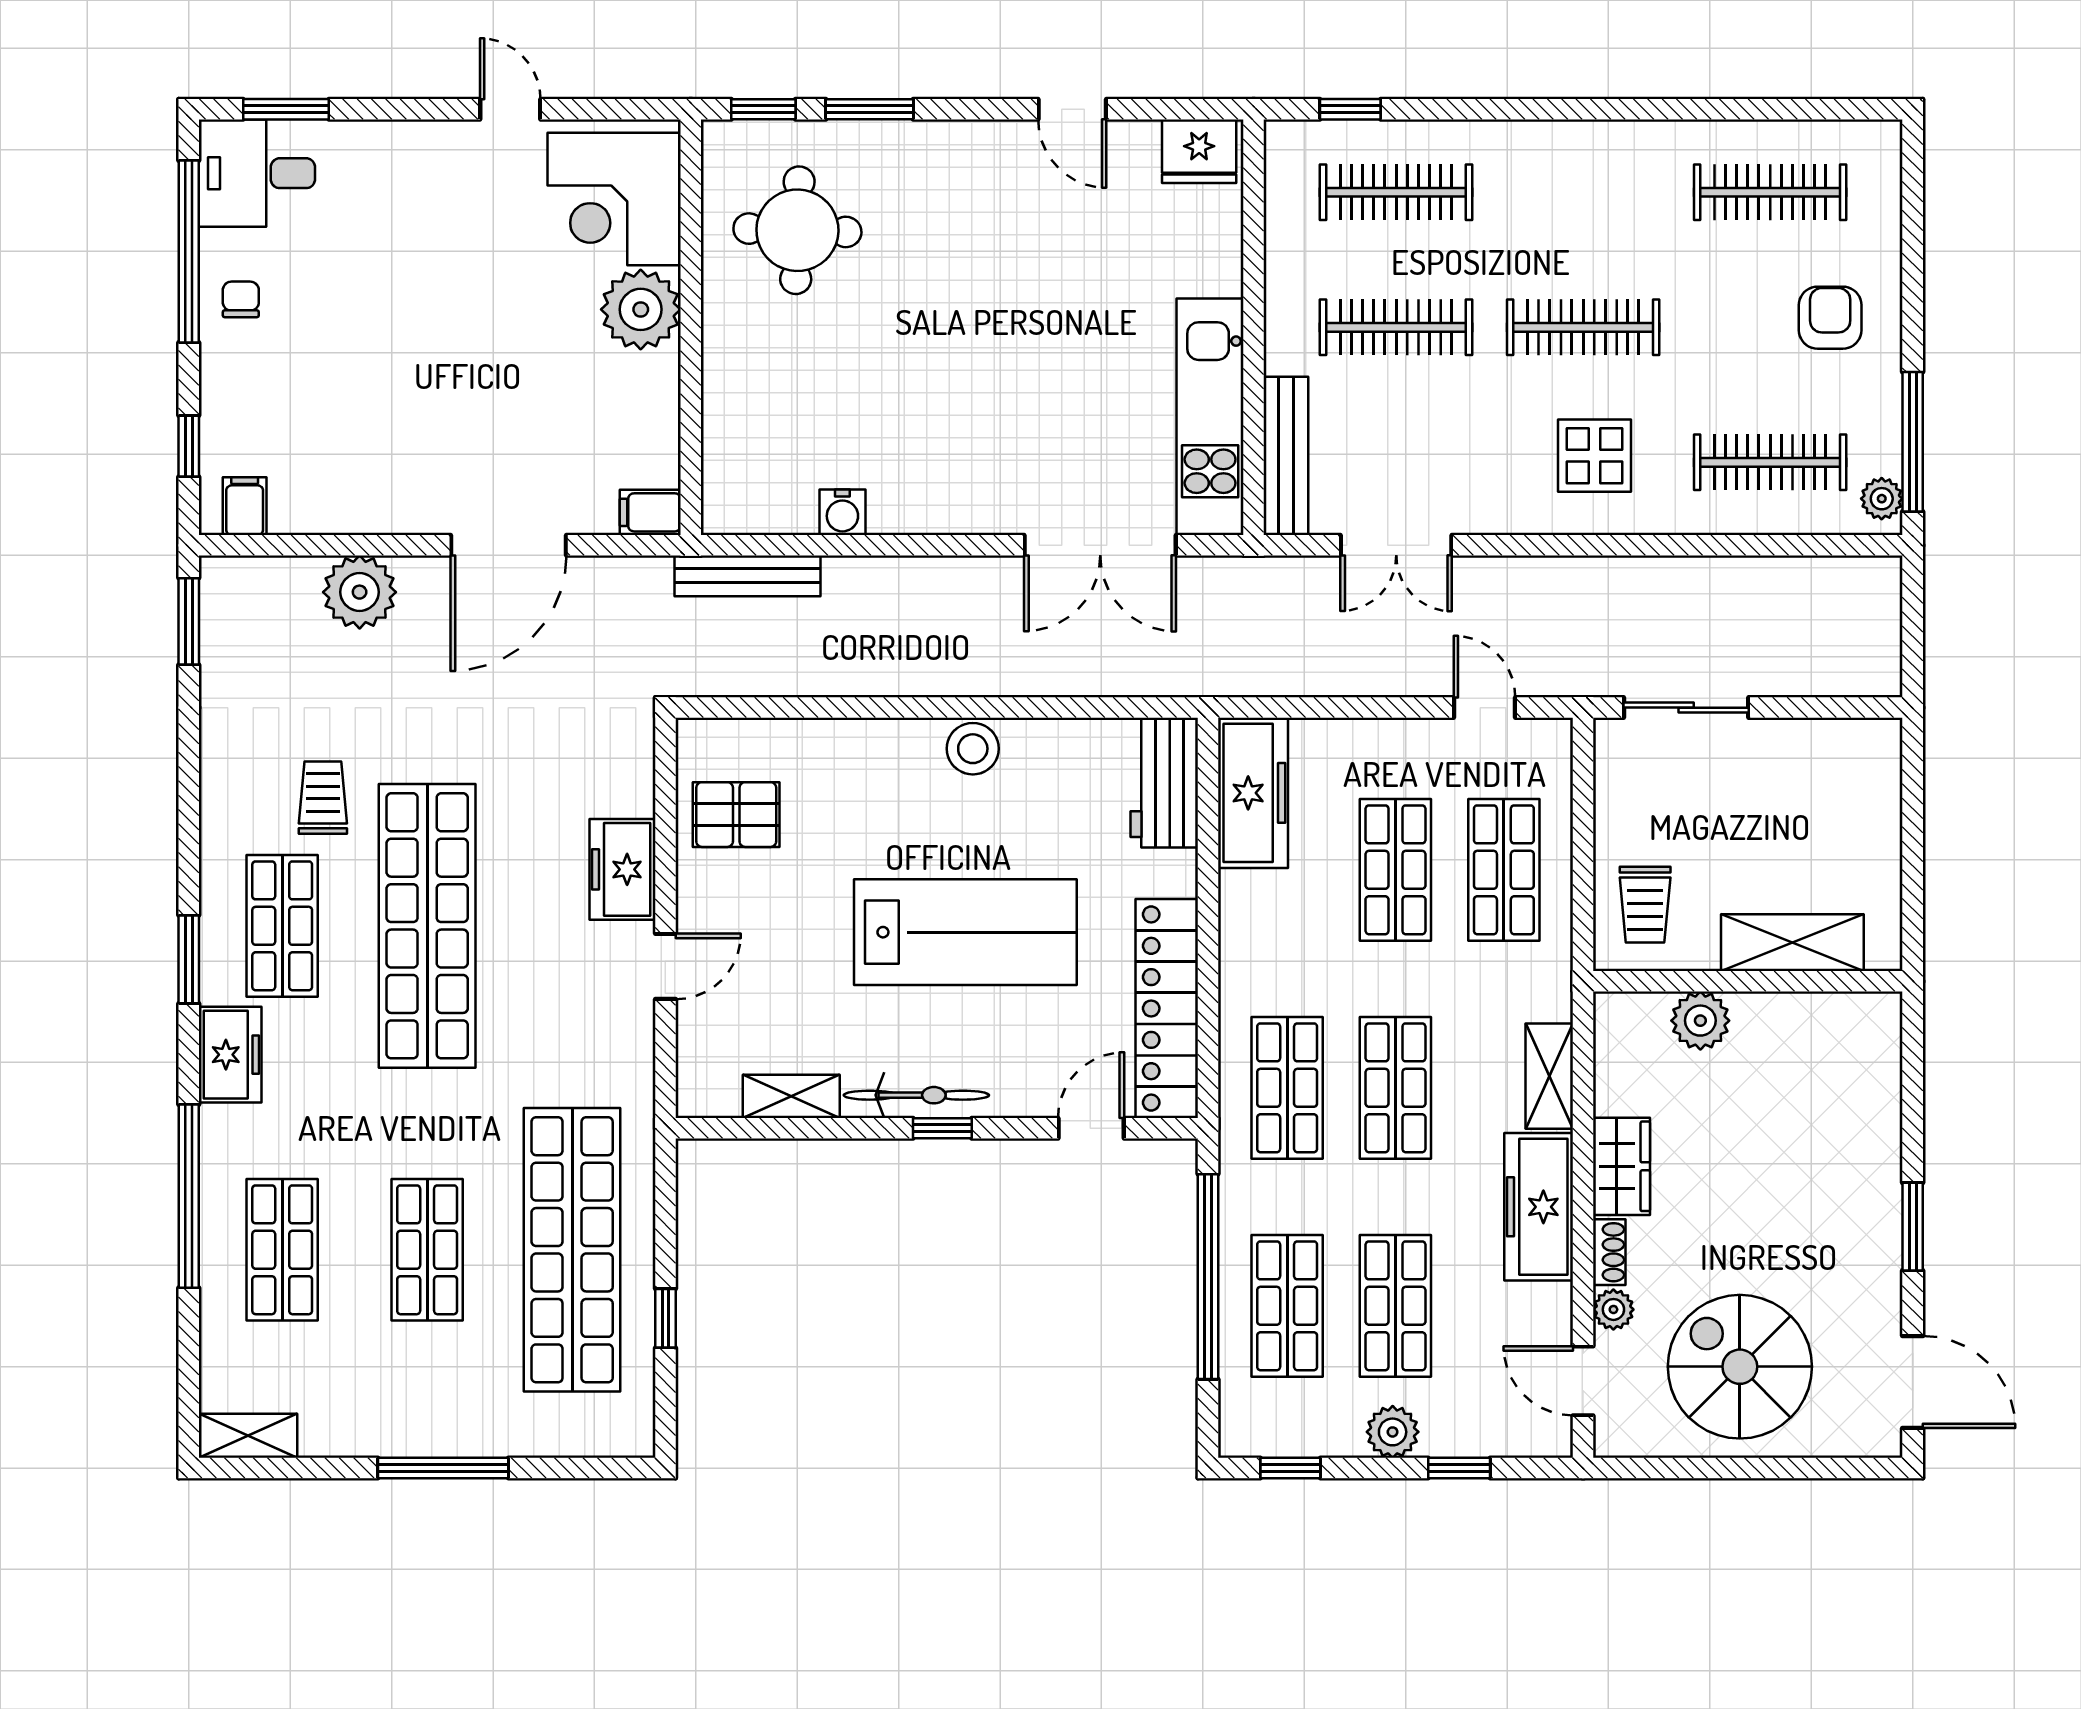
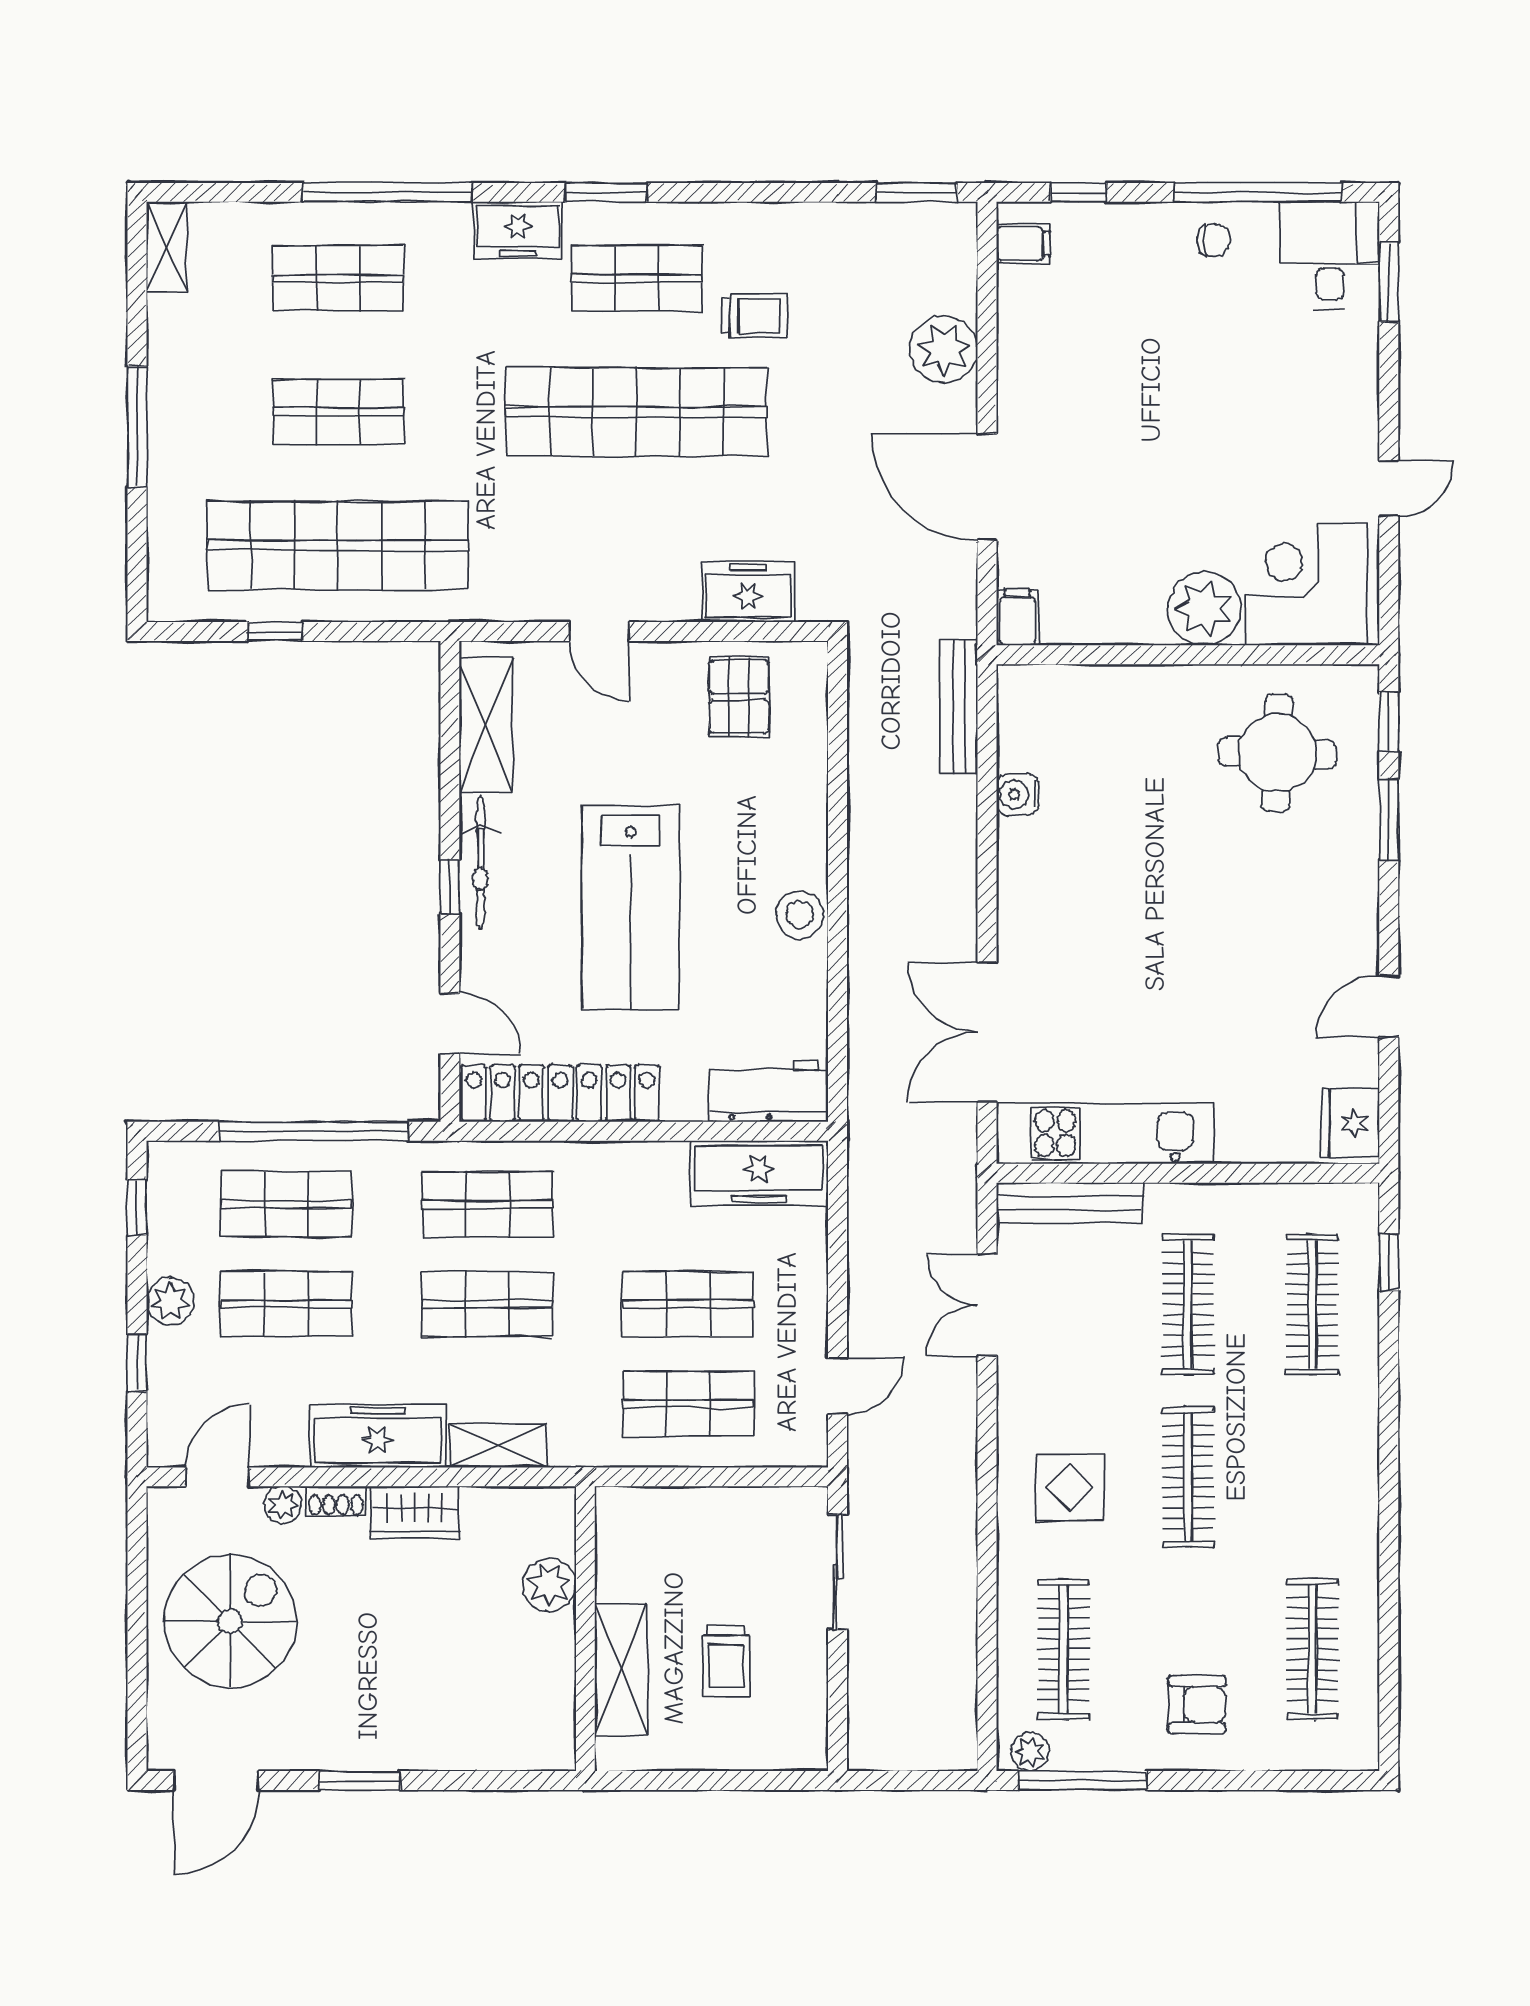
freezer: (622, 869) -> (748, 592), moved
trolley: (1645, 905) -> (726, 1661), moved, turned -90
shelving: (791, 1096) -> (486, 725), width x1.50, depth x1.33

